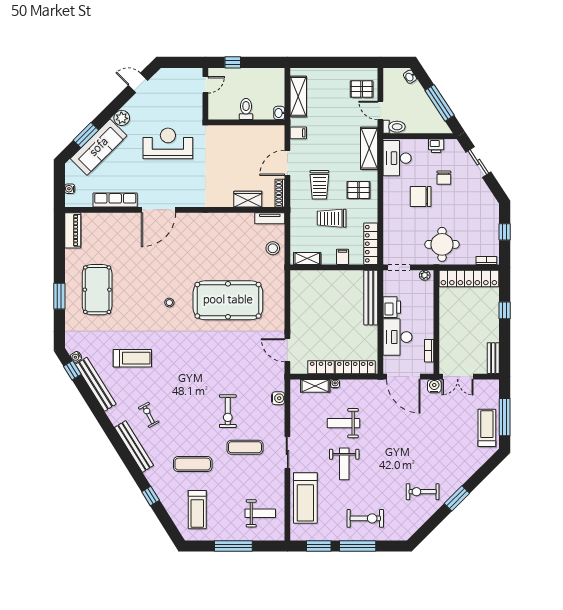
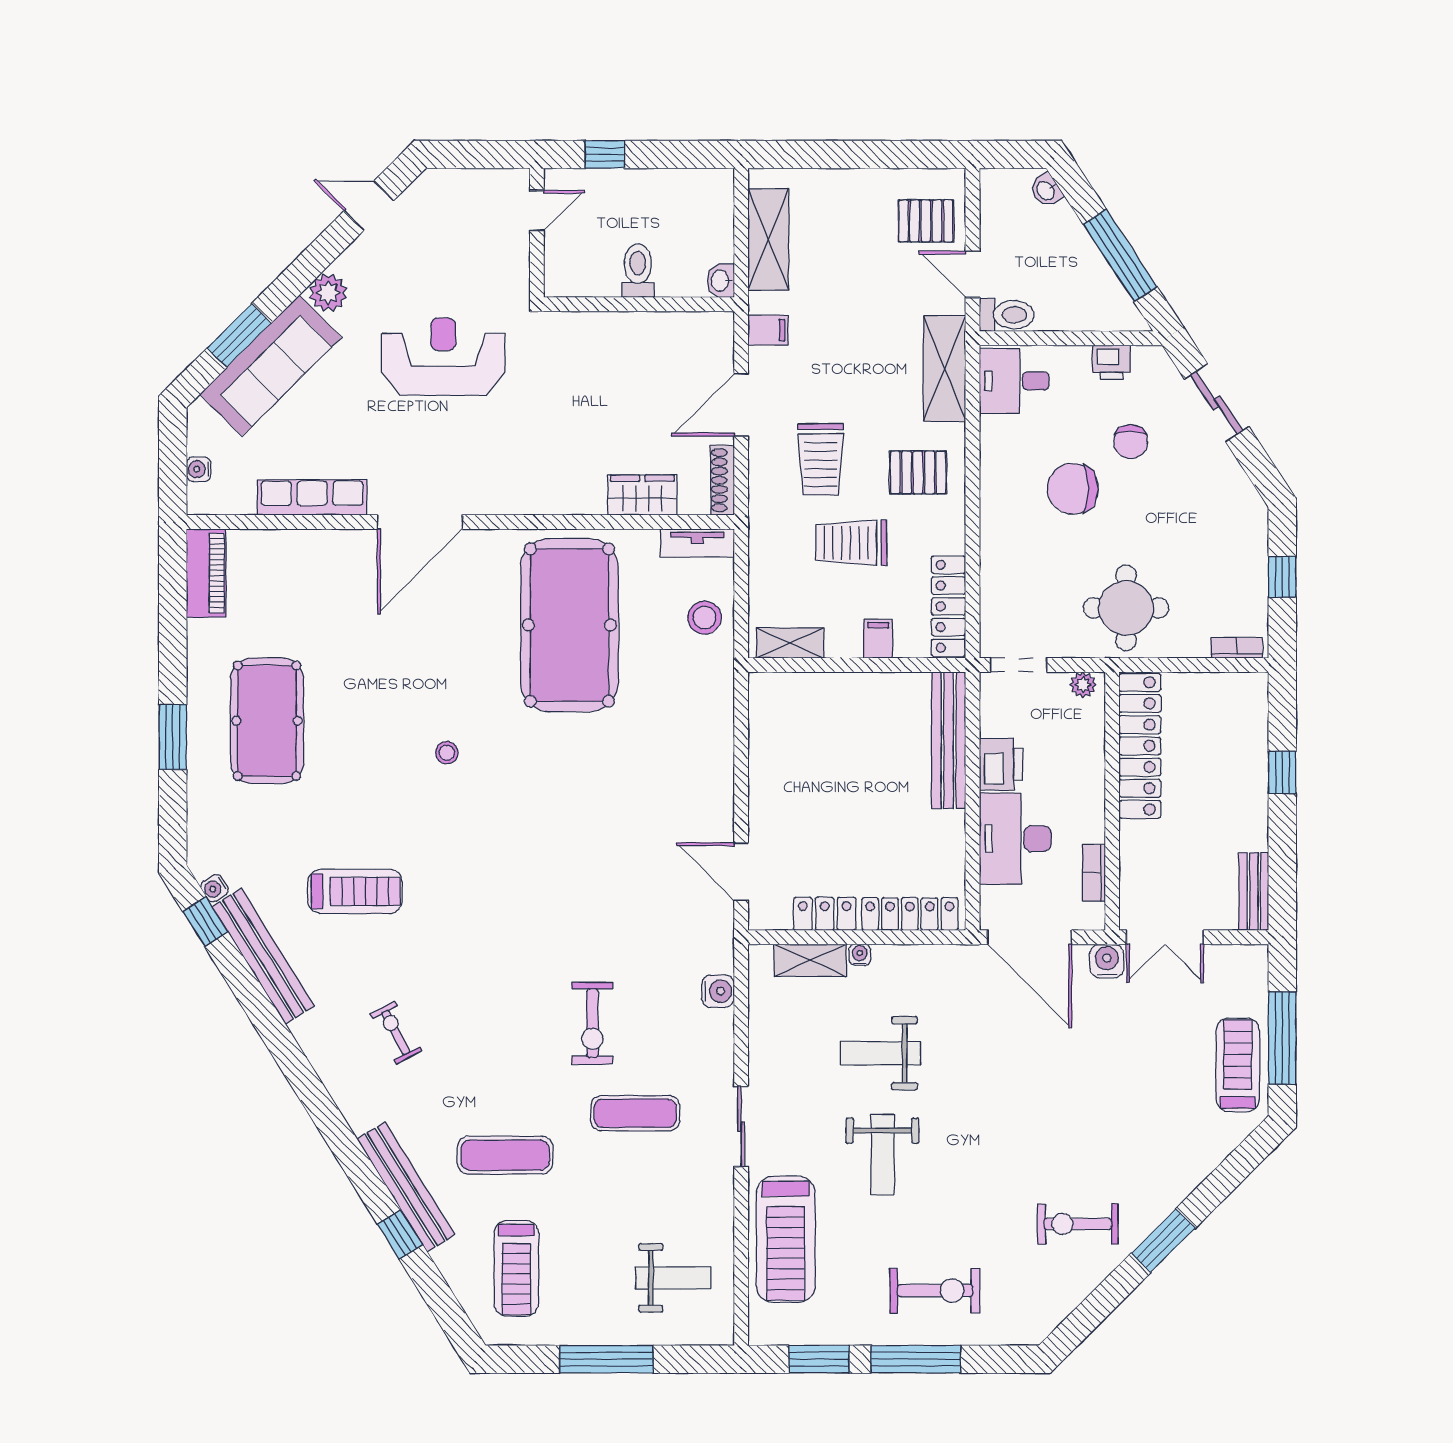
desk: (397, 158) -> (1014, 381), width x0.73
locker: (469, 278) -> (1140, 746), moved, turned -90
pool table: (228, 300) -> (569, 625), moved, turned 90
bench: (134, 446) -> (406, 1187), moved

